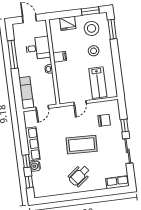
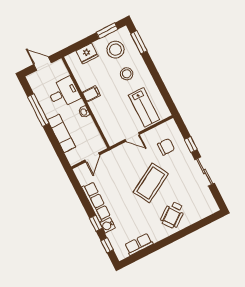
exam couch: (26, 93) -> (61, 133), moved
door: (80, 103) -> (132, 137), hinge flipped
coffee table: (82, 145) -> (151, 183), turned -32
wheelchair: (79, 176) -> (173, 215), moved
row of seats: (117, 182) -> (139, 244), moved

